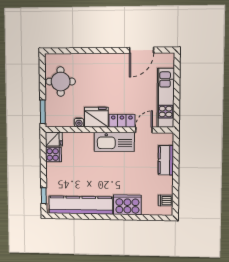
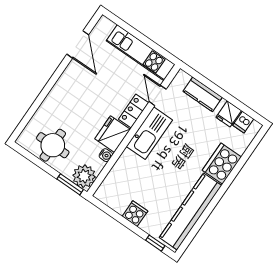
plant: (55, 117) -> (84, 176), added
fridge: (54, 139) -> (229, 114), moved, turned 180
cooker: (54, 154) -> (135, 214), moved

